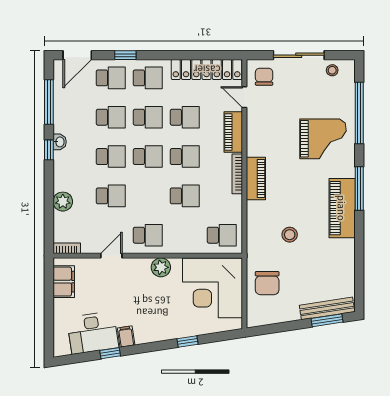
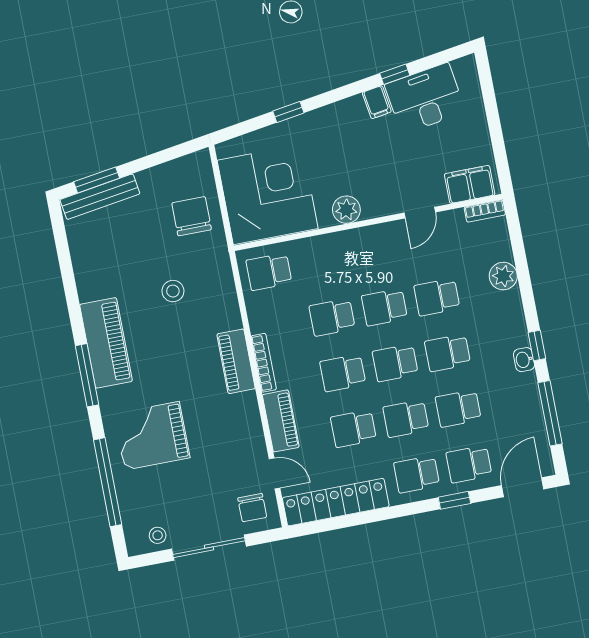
school desk: (148, 235) -> (384, 307), moved
filing cabinet: (64, 282) -> (470, 184), moved, turned 90

